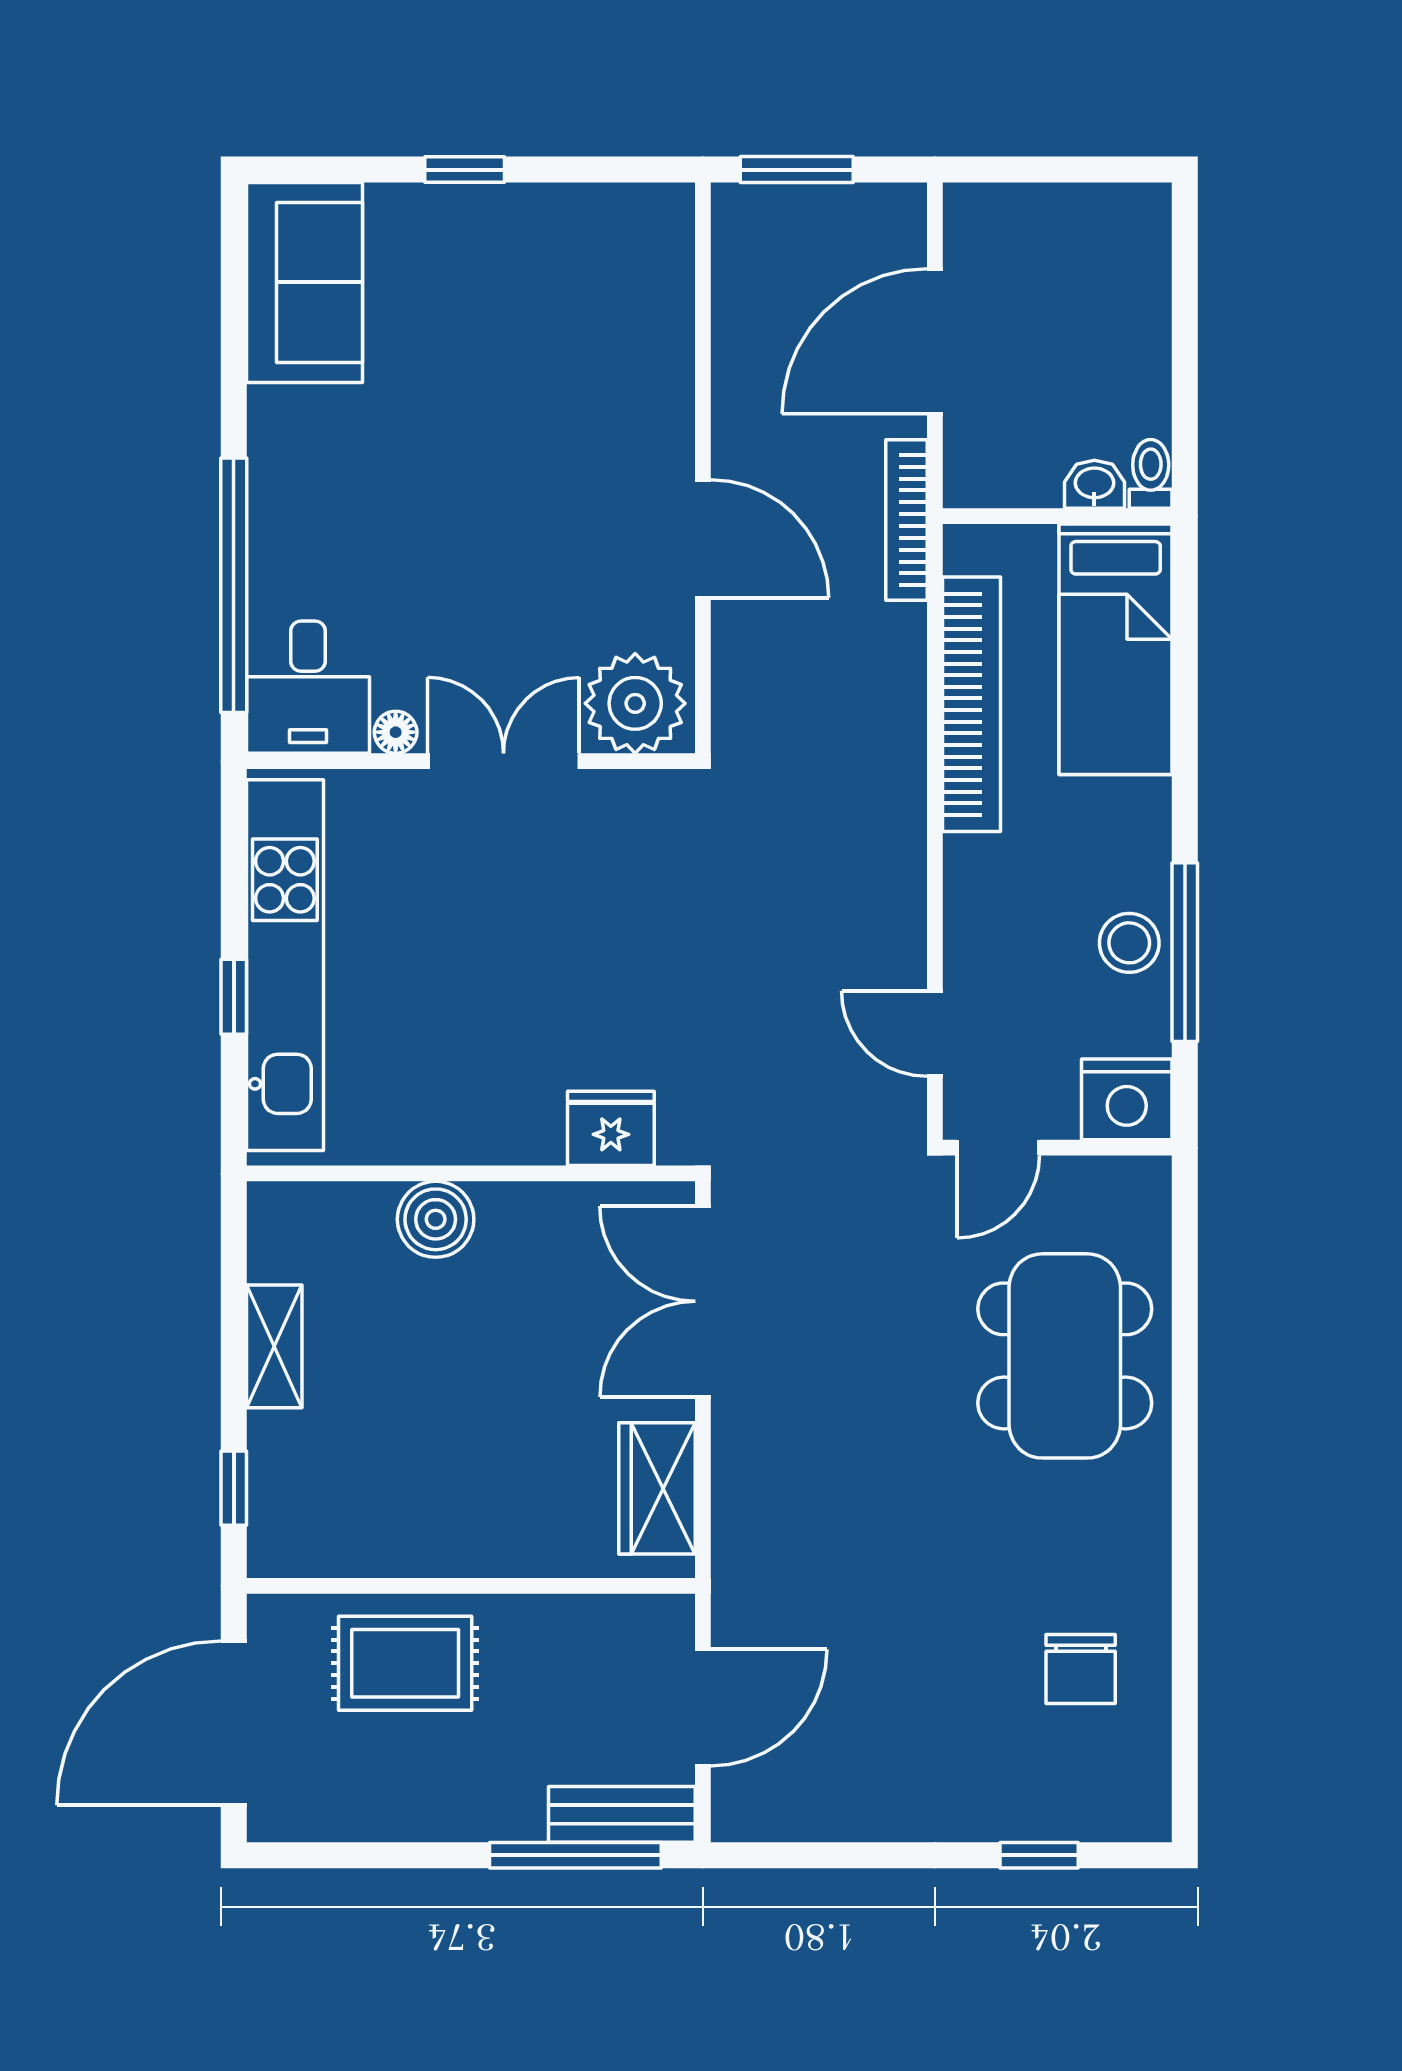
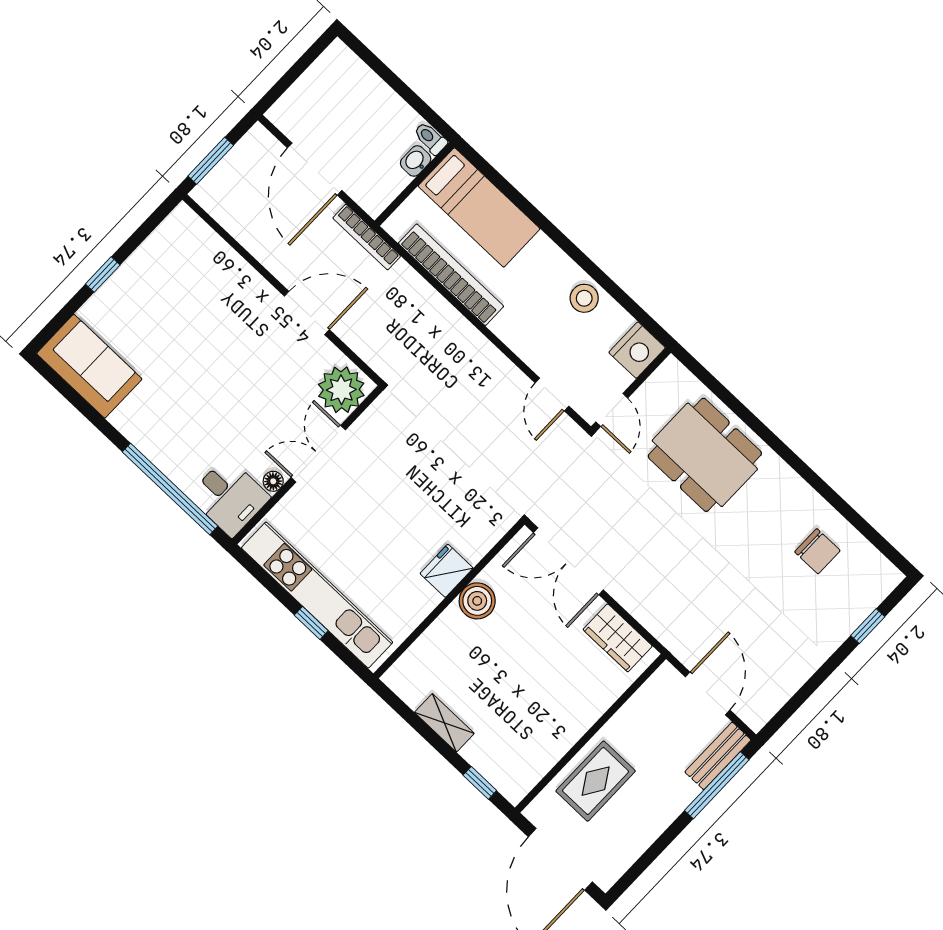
window: (1185, 952) -> (605, 282), removed
door: (935, 1034) -> (552, 394), hinge flipped
fridge: (611, 1128) -> (447, 571), moved
boiler: (436, 1219) -> (477, 601), moved

